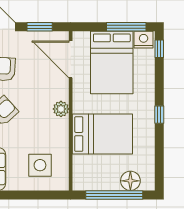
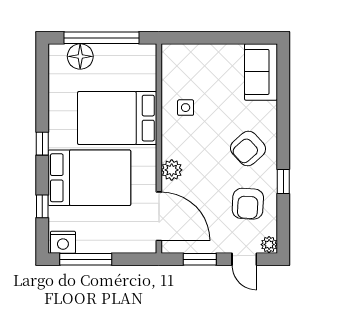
window: (159, 49) -> (42, 206), moved
bed: (112, 63) -> (89, 178), moved, turned 90
plant: (61, 109) -> (172, 170), moved
side table: (40, 165) -> (186, 108), moved, width x0.54, depth x0.54

